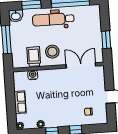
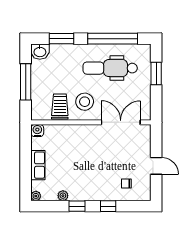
dental chair: (53, 19) -> (110, 68), moved
window: (106, 40) -> (156, 74), moved
water cooler: (33, 75) -> (37, 131), moved

